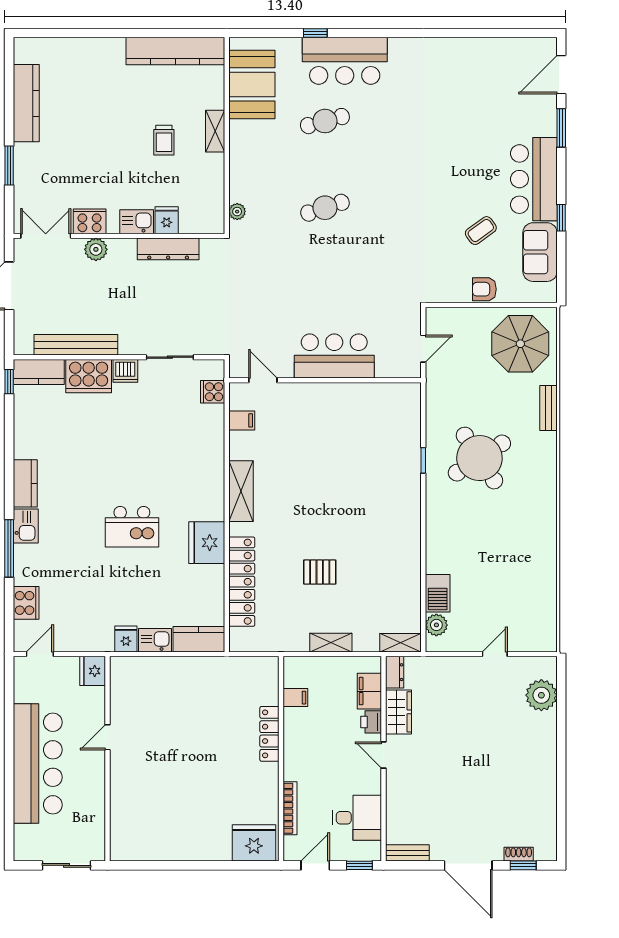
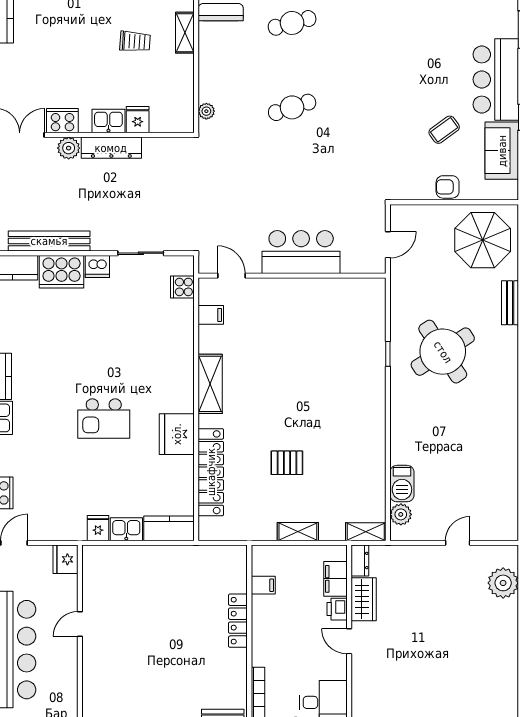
trolley: (164, 140) -> (135, 41), turned -86
dresser: (168, 249) -> (111, 148), moved

